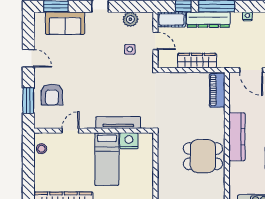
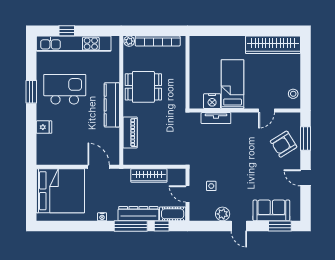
plant: (130, 19) -> (223, 214), moved
piano: (217, 90) -> (130, 132), moved
armchair: (52, 94) -> (284, 144), turned -122
tv unit: (118, 123) -> (216, 118), width x0.71

